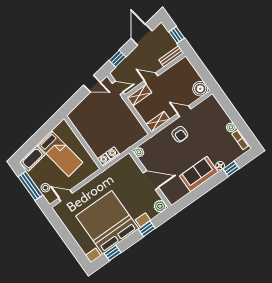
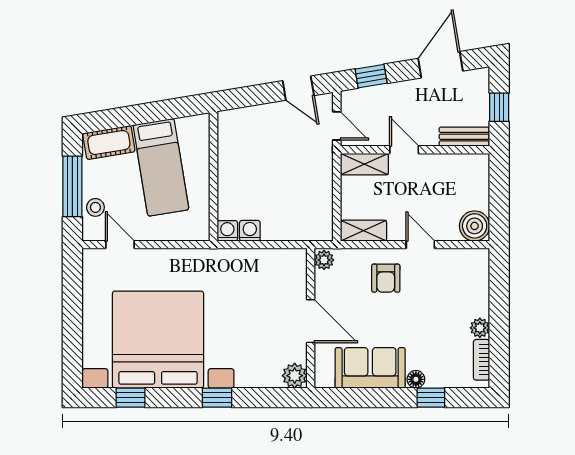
plant: (139, 152) -> (324, 260), moved
wall: (150, 179) -> (311, 318), moved
door: (151, 180) -> (311, 321), moved
plant: (160, 206) -> (295, 376), moved

